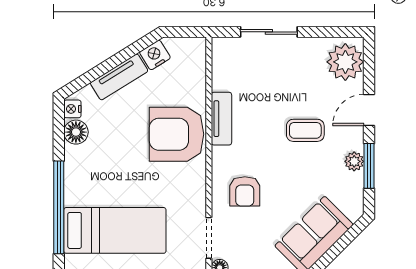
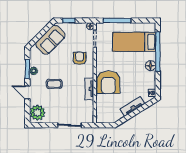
nightstand: (155, 55) -> (117, 116), removed
door: (369, 110) -> (27, 92), swing flipped
floor lamp: (76, 132) -> (151, 66), moved
armchair: (176, 134) -> (108, 82), turned 90

